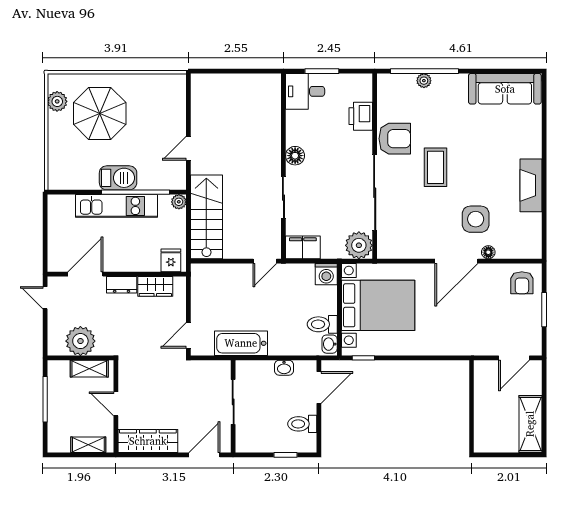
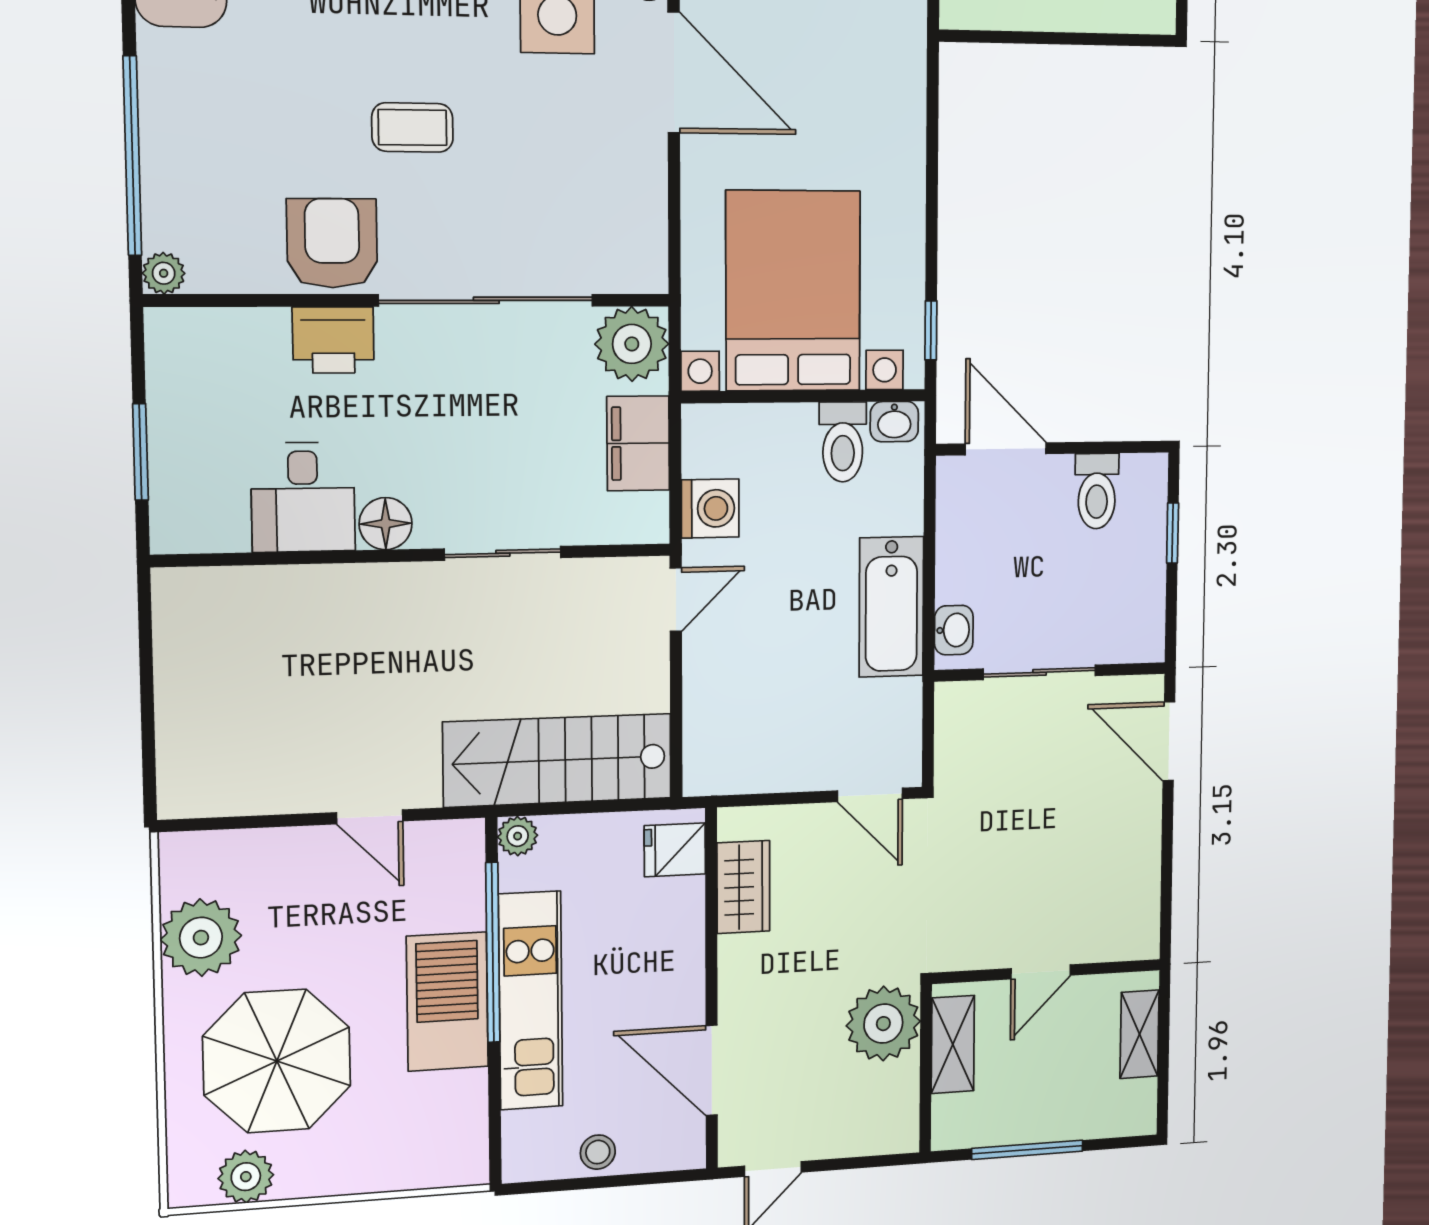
plant: (424, 81) -> (164, 273), moved
plant: (147, 88) -> (201, 938), added
desk: (305, 91) -> (303, 497), moved
printer: (361, 116) -> (333, 340), moved
coffee table: (435, 167) -> (412, 127), width x0.73, depth x0.77
barbecue: (118, 178) -> (447, 1002), width x1.37, depth x1.21
stool: (57, 231) -> (598, 1152), added
filing cabinet: (303, 247) -> (638, 443), moved
door: (265, 261) -> (676, 600), hinge flipped
washing machine: (326, 274) -> (710, 508), moved
dresser: (122, 285) -> (739, 975), removed
plant: (80, 341) -> (883, 1024), moved
bathtub: (241, 343) -> (891, 607), moved
washbasin: (284, 368) -> (954, 630), moved
wardrobe: (148, 441) -> (1133, 886), removed

